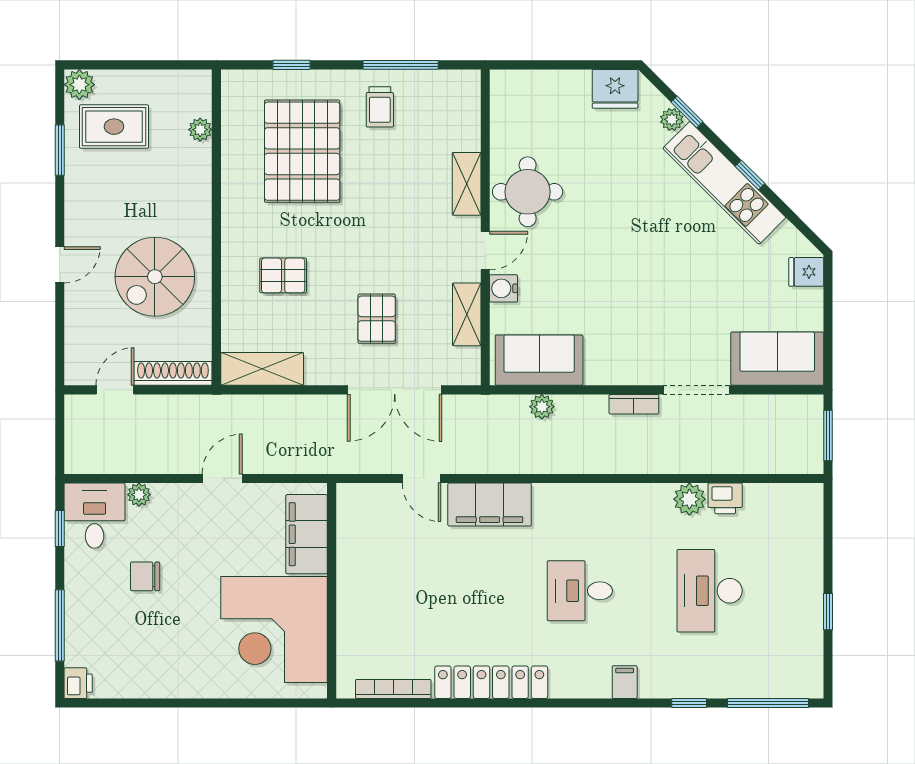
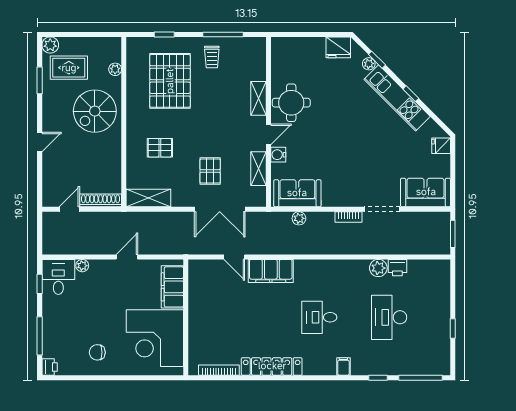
spiral stairs: (155, 277) -> (95, 111), moved
chair: (145, 576) -> (97, 352), moved

